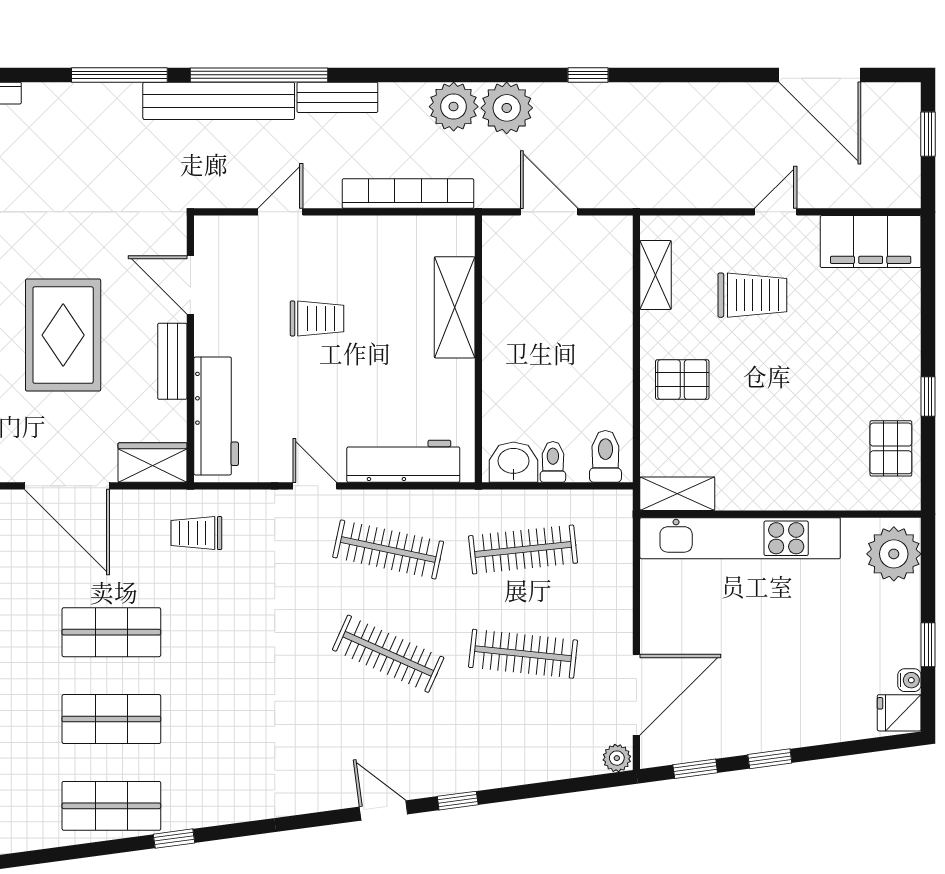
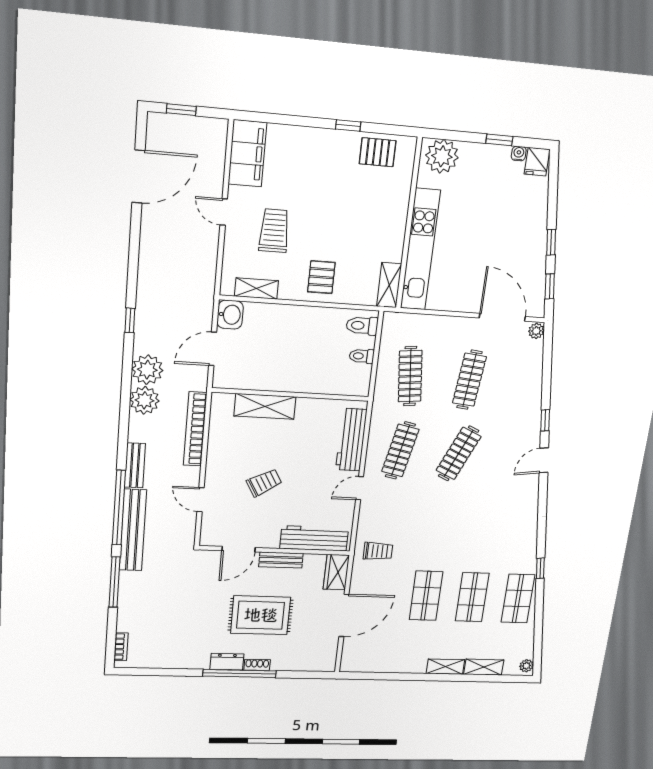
trolley: (317, 318) -> (264, 483), turned 60
washbasin: (513, 462) -> (230, 315), moved, turned 180
trolley: (196, 533) -> (378, 551), turned -90

